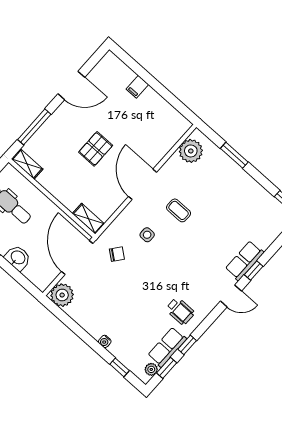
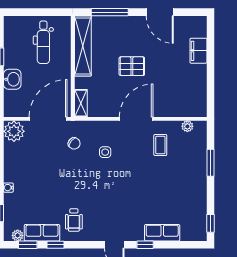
filing cabinet: (137, 87) -> (198, 51), width x2.00
plant: (191, 151) -> (187, 126), width x0.53, depth x0.53
shelving: (27, 164) -> (83, 46), width x2.20, depth x1.33
coffee table: (179, 210) -> (160, 145), moved
row of seats: (244, 261) -> (162, 233), moved

